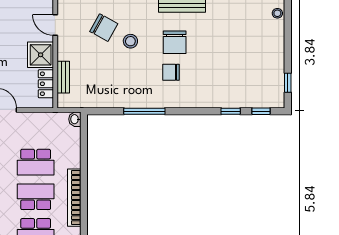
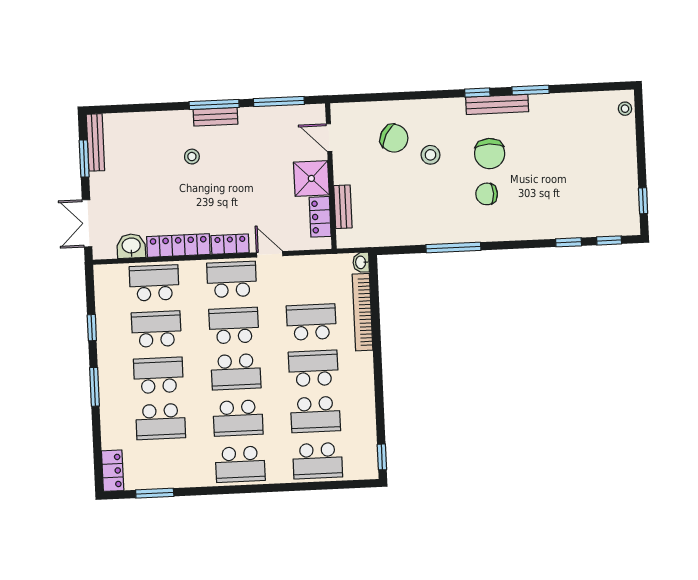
school desk: (36, 162) -> (311, 322), turned 180
bookcase: (74, 198) -> (363, 312), moved

